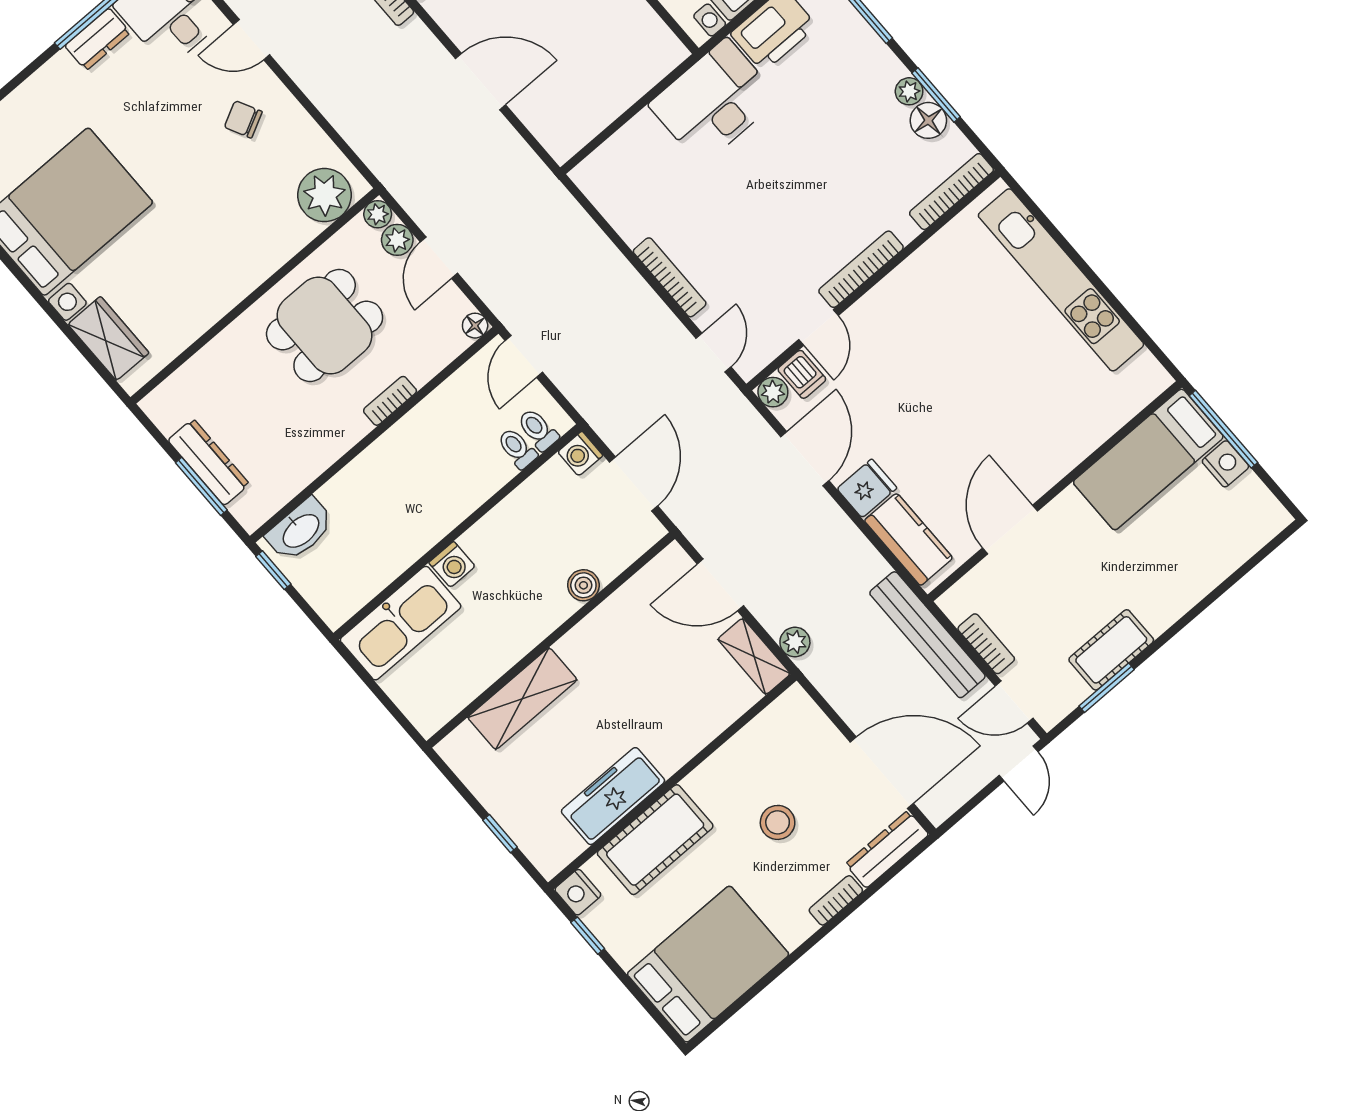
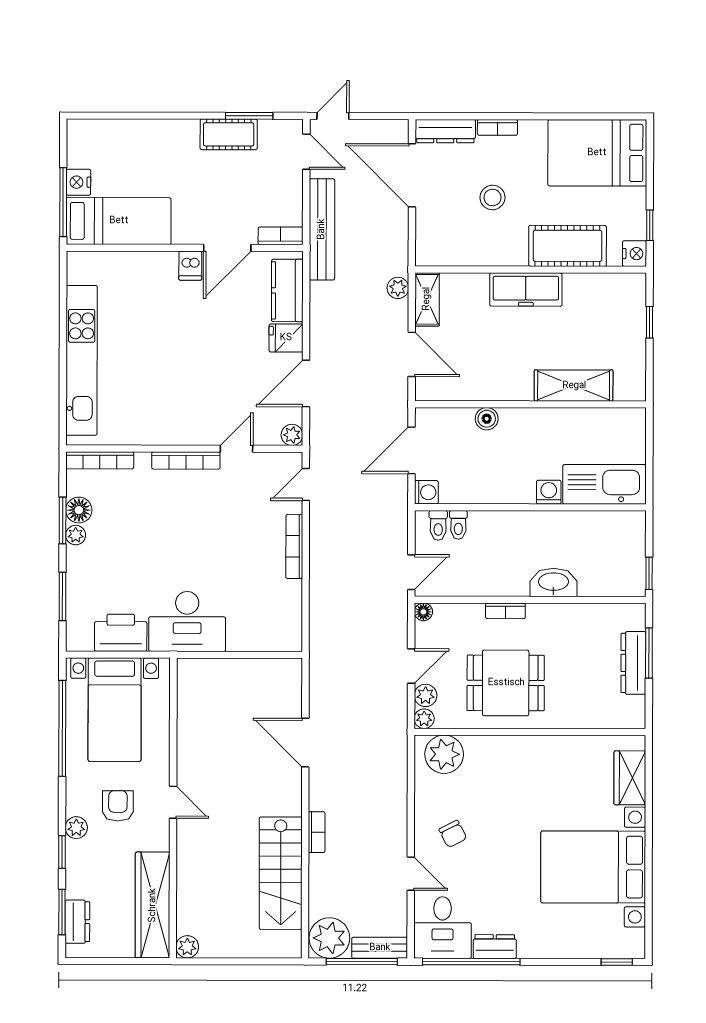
dishwasher: (802, 374) -> (190, 266), moved, turned 180
washbasin: (300, 530) -> (553, 582), moved
bookcase: (986, 644) -> (281, 236), moved, turned 90
freezer: (613, 796) -> (526, 289), moved

